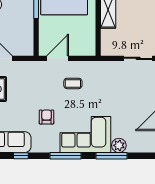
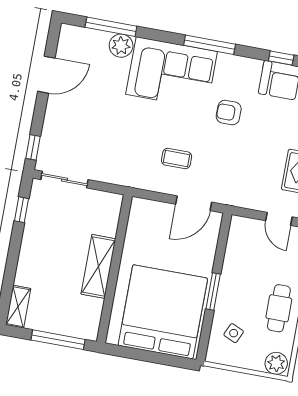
armchair: (47, 117) -> (229, 113), turned 90
window: (111, 156) -> (111, 27), moved

